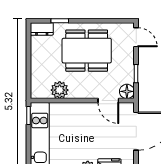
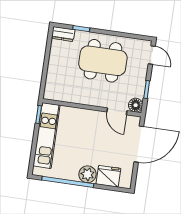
plant: (60, 90) -> (72, 95), removed

